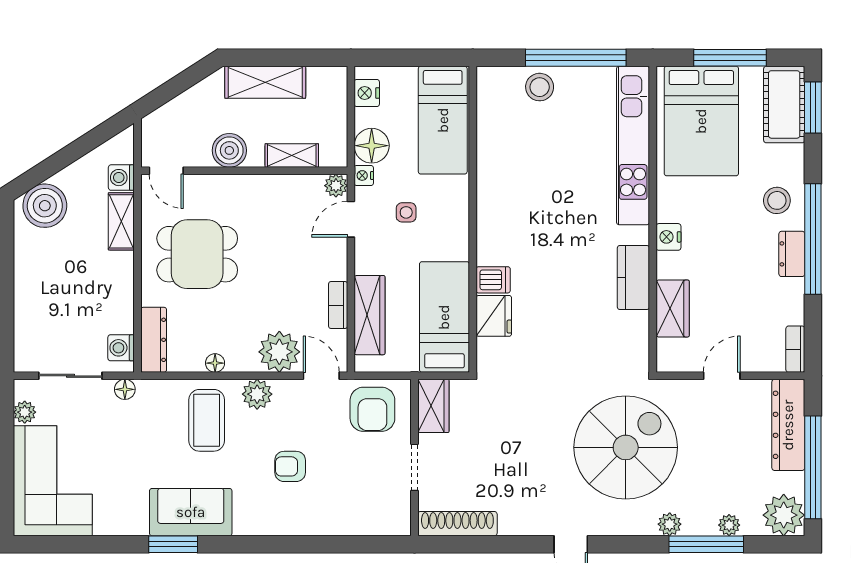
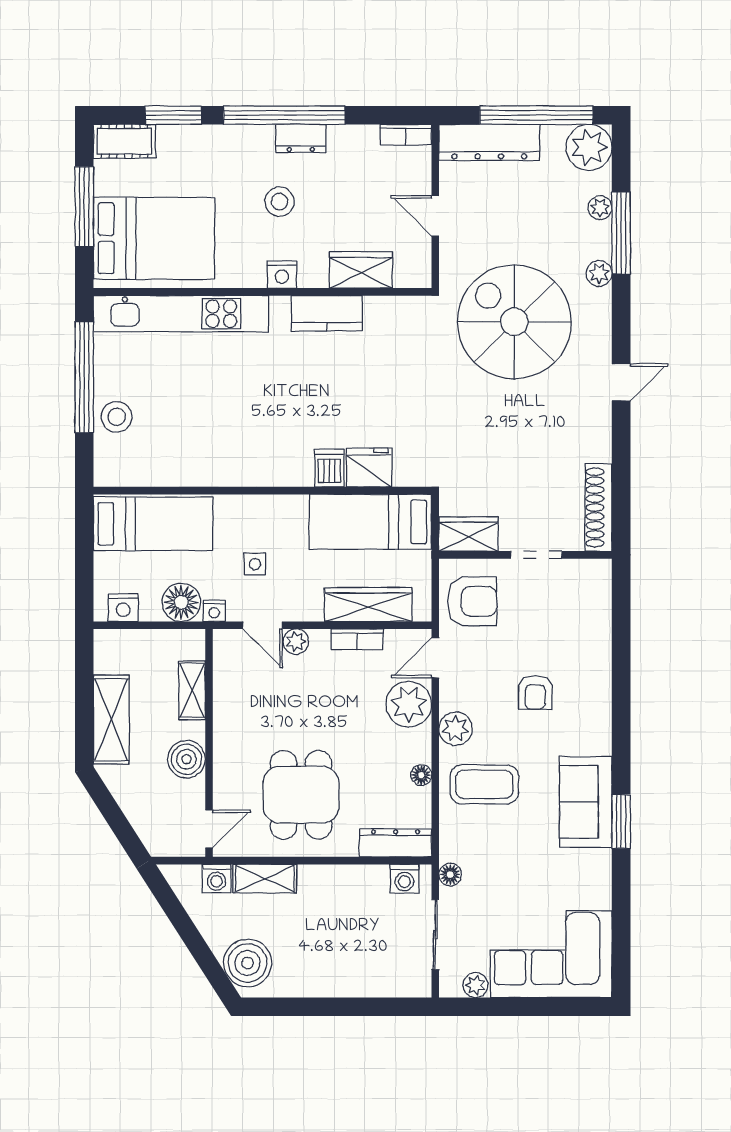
cot: (784, 104) -> (124, 141), width x0.73, depth x0.75
window: (813, 107) -> (173, 115), moved
plant: (336, 186) -> (296, 642), moved
stool: (777, 200) -> (279, 202), moved

